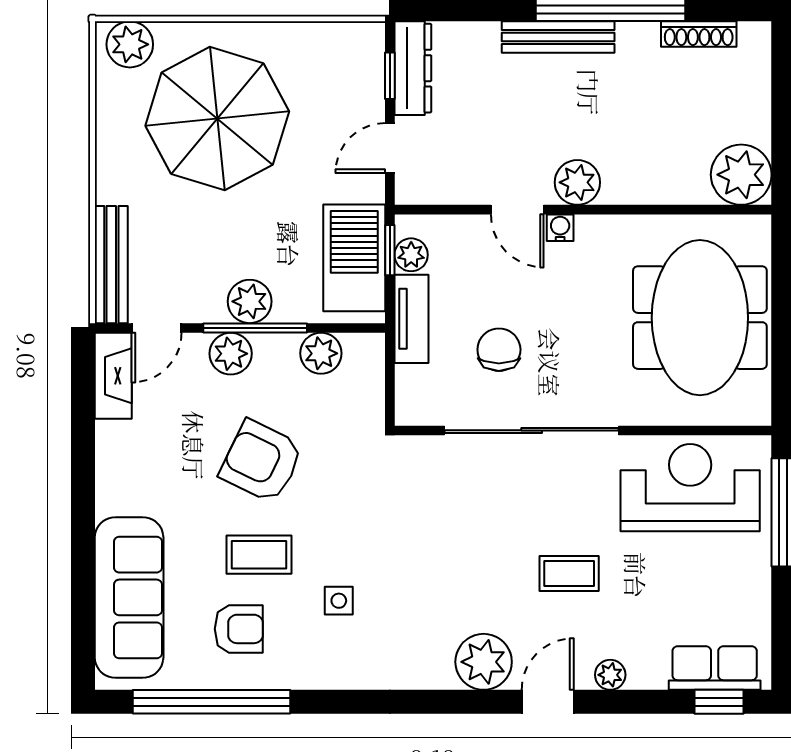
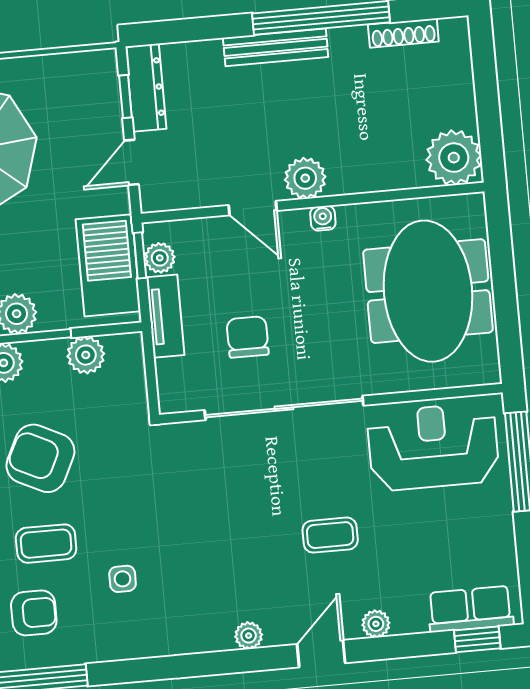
water cooler: (560, 228) -> (323, 218), moved
plant: (484, 662) -> (249, 636), width x0.53, depth x0.53

